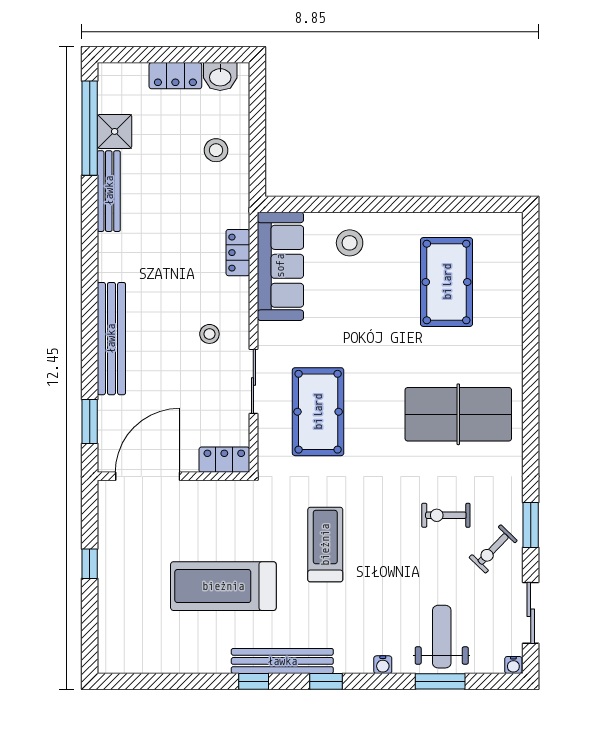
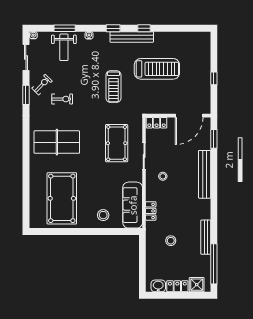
shower: (115, 131) -> (197, 285), moved
stool: (216, 150) -> (171, 241), moved
pool table: (447, 282) -> (62, 198), width x1.36, depth x1.32

